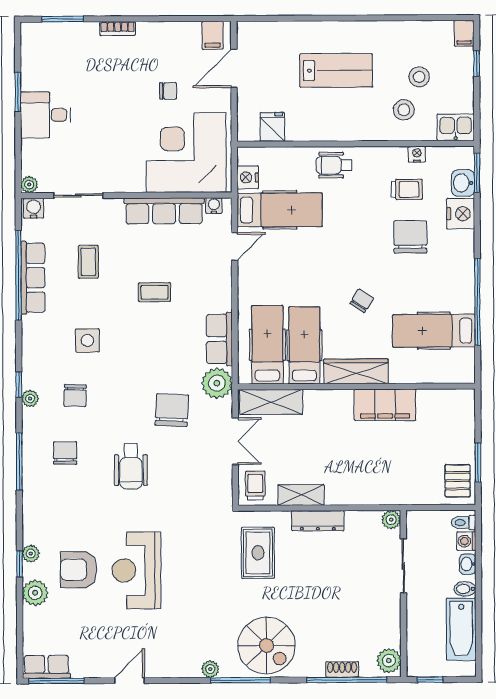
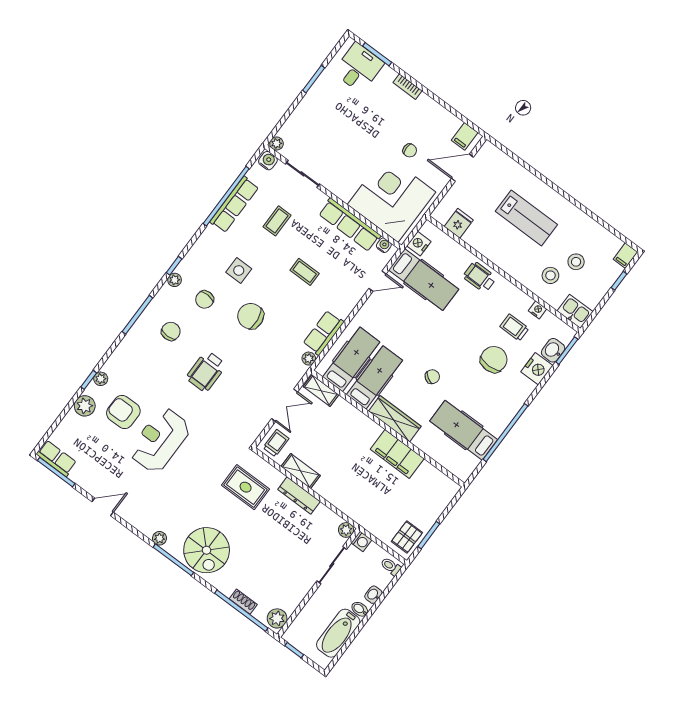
desk: (45, 115) -> (359, 68), moved, turned 90
trolley: (407, 189) -> (514, 327), turned 180
plant: (217, 383) -> (309, 359), width x0.53, depth x0.53
shelving: (271, 402) -> (321, 391), width x0.67, depth x0.75
chair: (172, 410) -> (251, 316), moved, turned -100
washing machine: (466, 541) -> (361, 541), moved, turned 180
rug: (258, 553) -> (246, 487), turned 90

